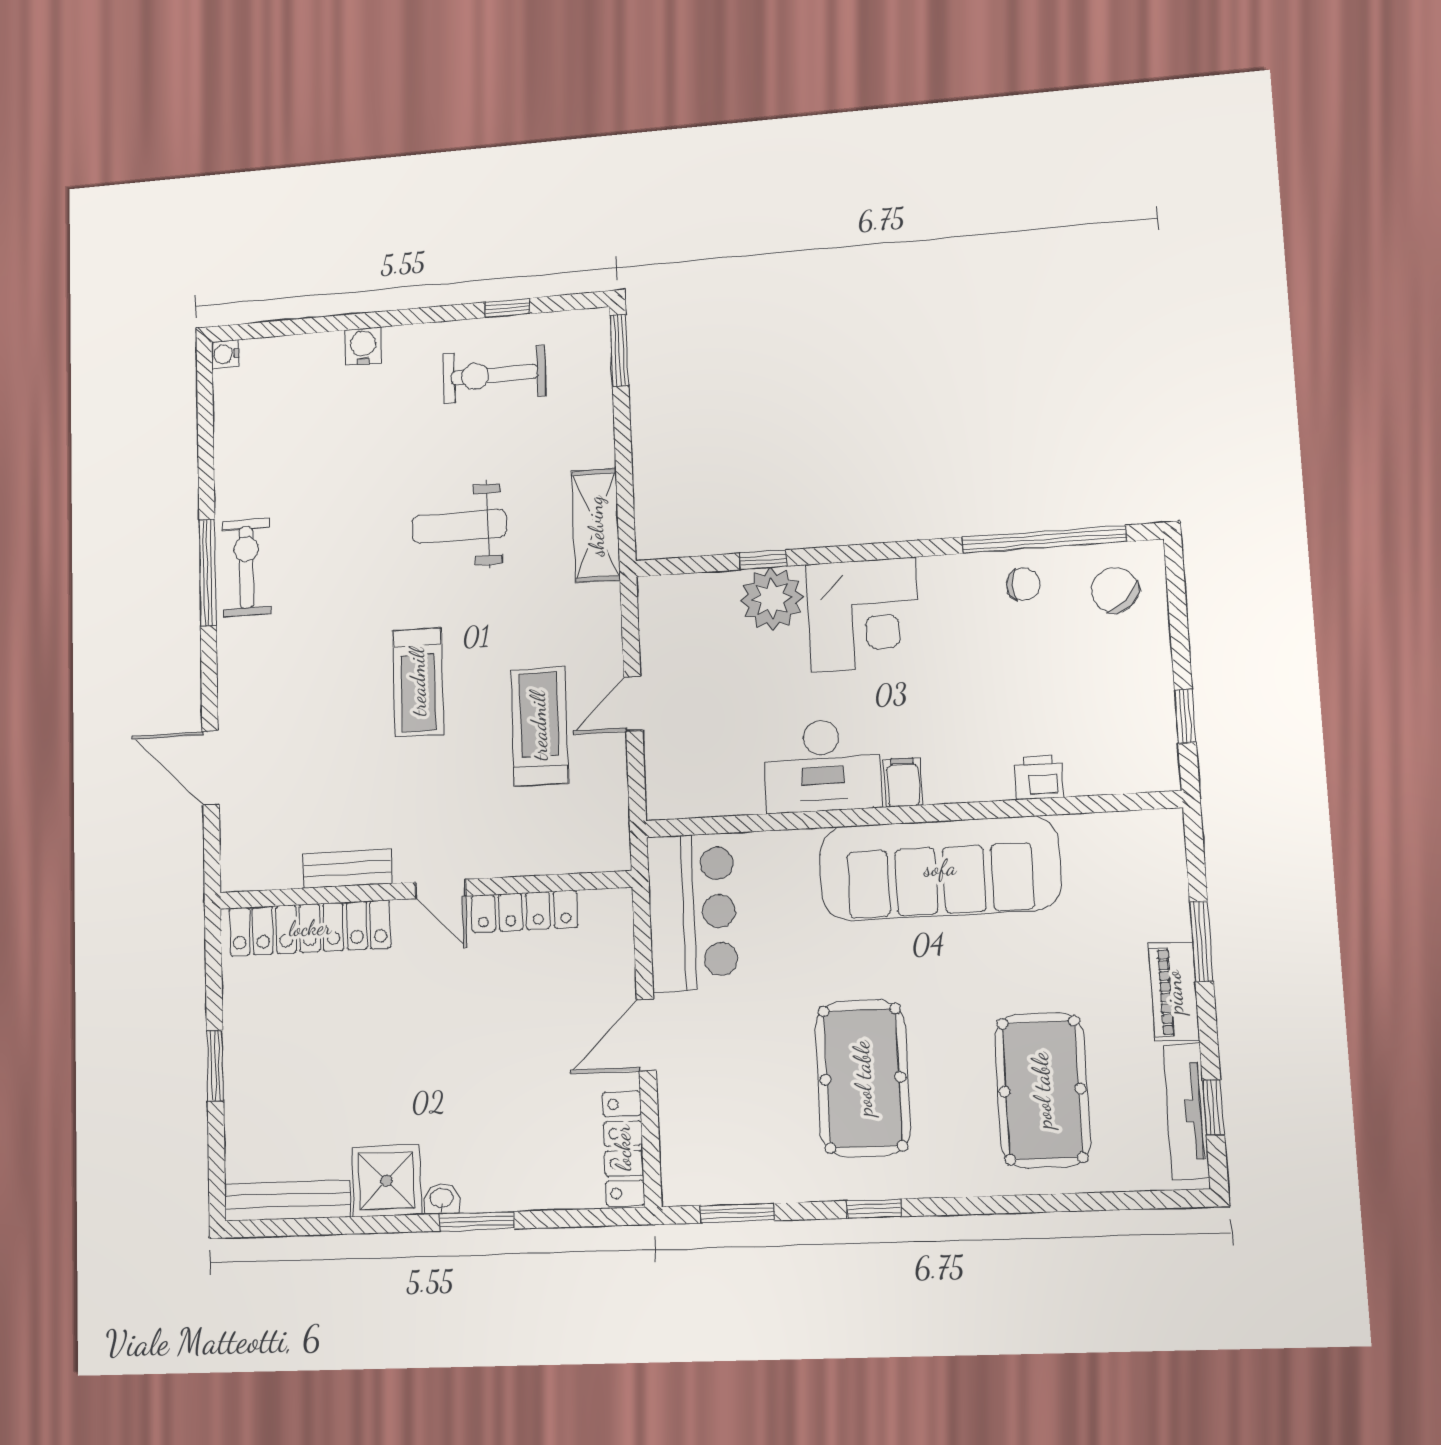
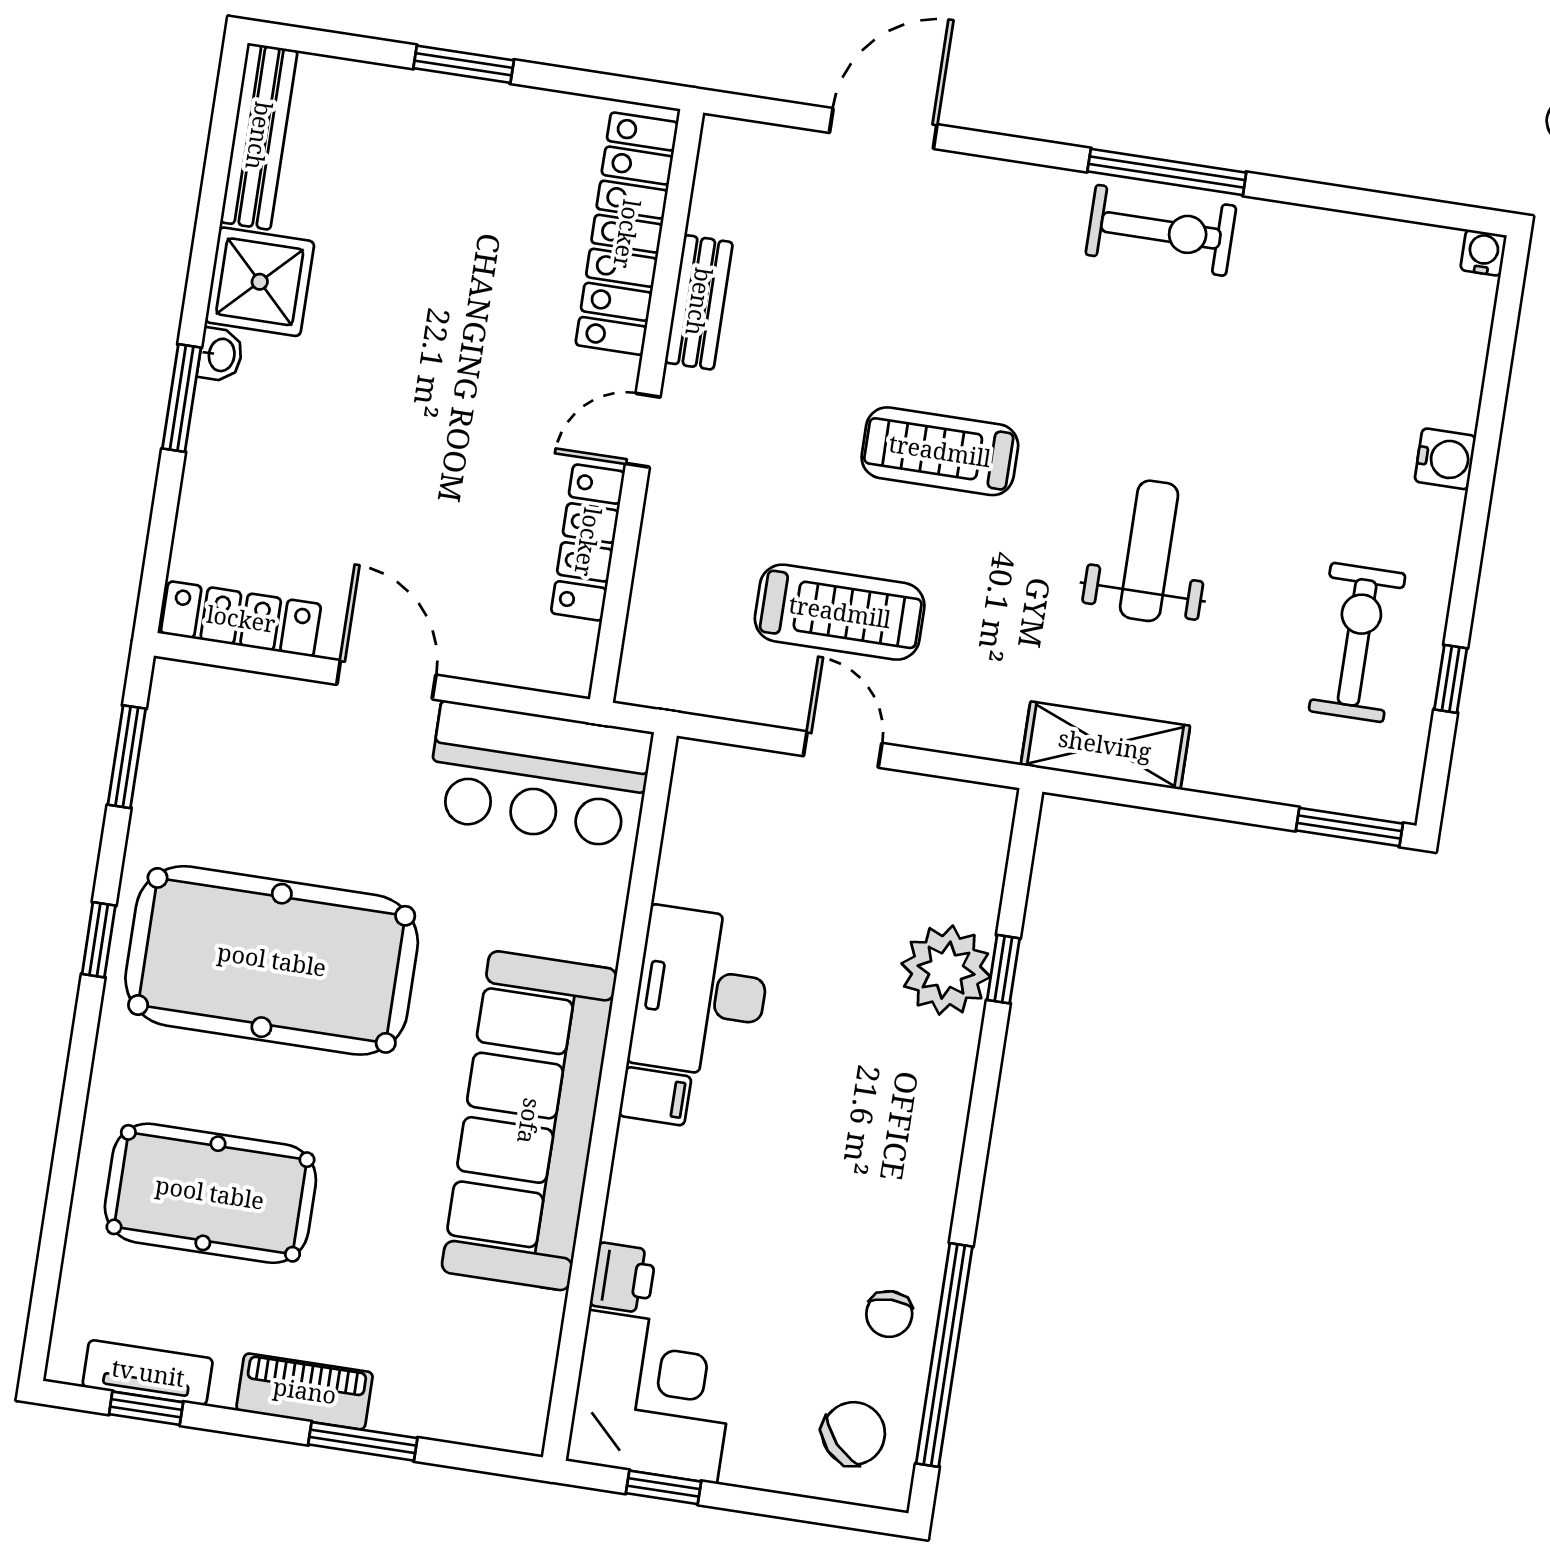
corner desk: (863, 615) -> (653, 1397), moved, turned 180
pool table: (863, 1078) -> (272, 960), width x1.36, depth x1.32
tv unit: (1186, 1111) -> (148, 1373), width x0.71

